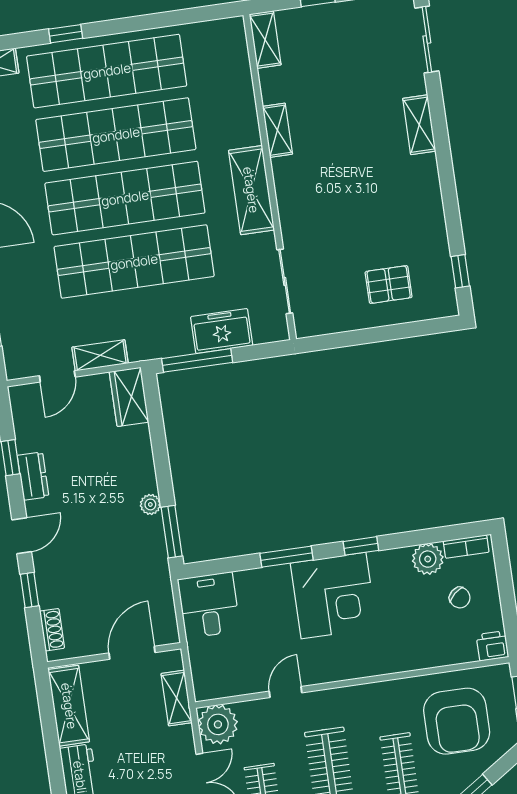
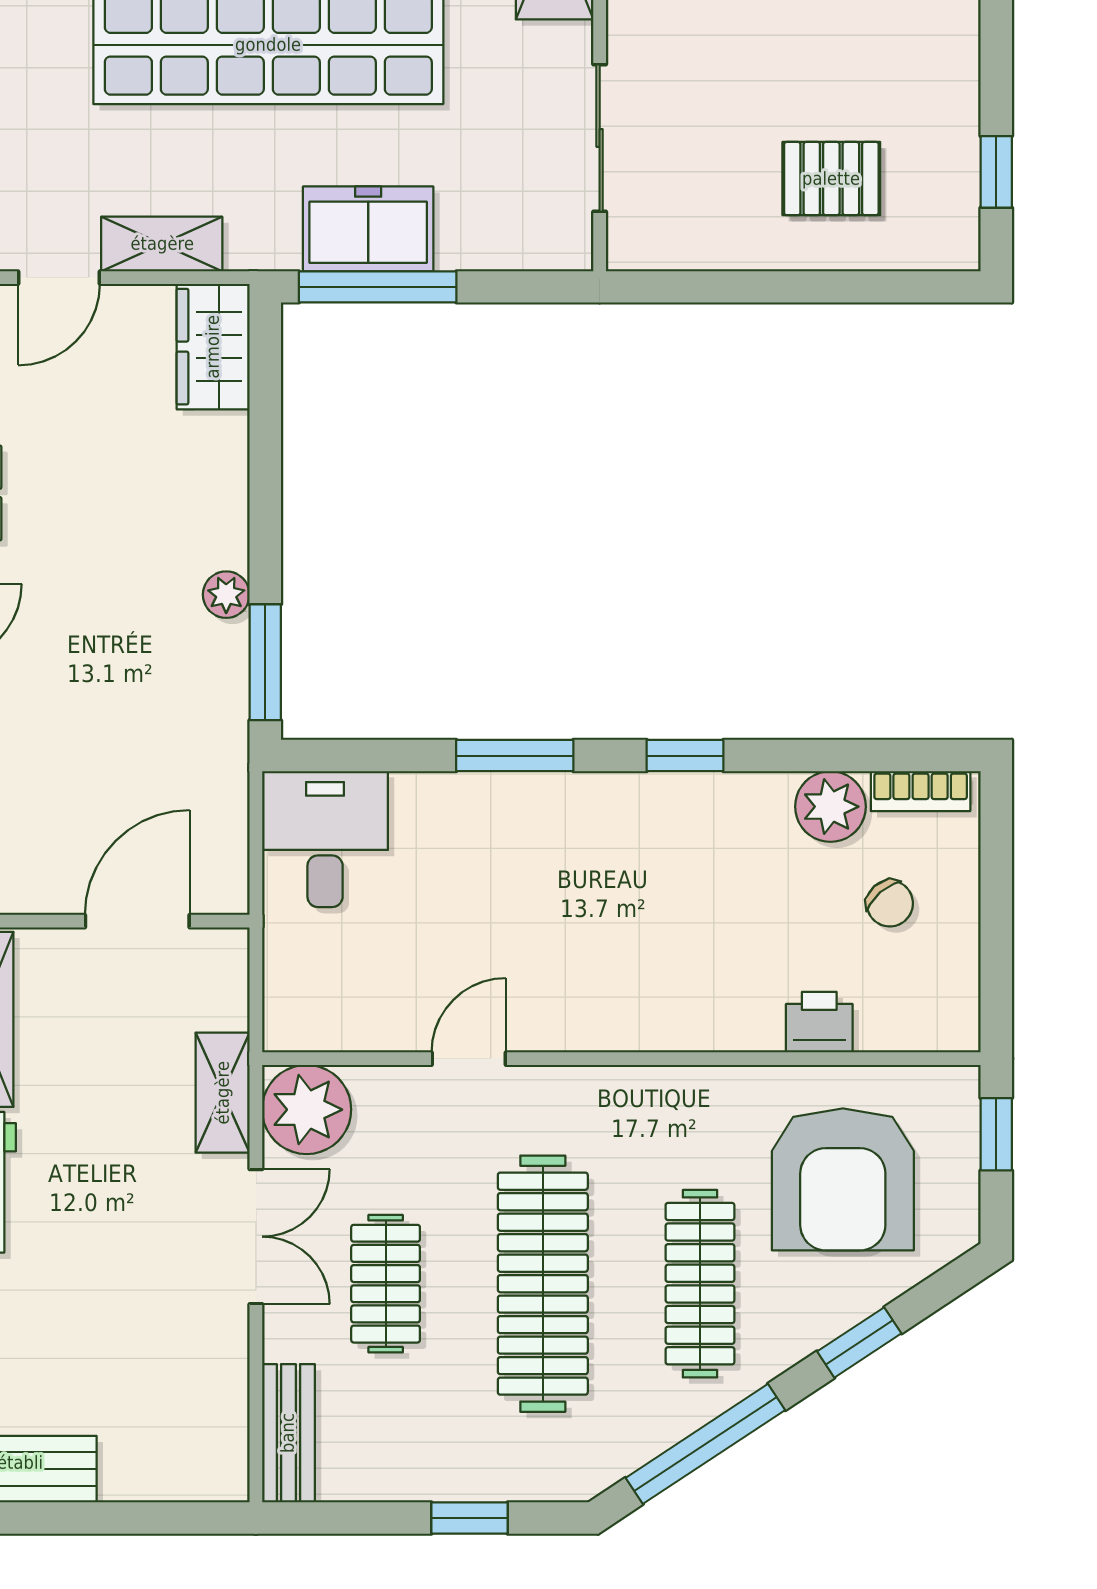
freezer: (222, 331) -> (368, 229), moved
corner desk: (334, 596) -> (607, 858), removed
printer: (492, 646) -> (819, 1022), moved
shelving: (177, 698) -> (223, 1093), moved

